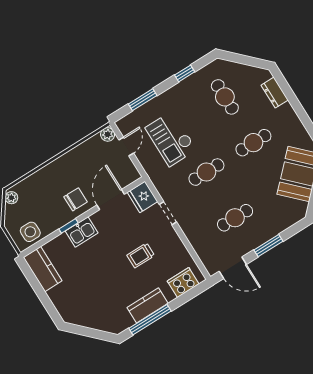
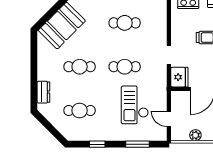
cafe table: (225, 97) -> (80, 111), turned 90
plant: (108, 134) -> (195, 135), moved
checkout: (171, 139) -> (135, 105), turned 180
door: (126, 147) -> (169, 119), hinge flipped

